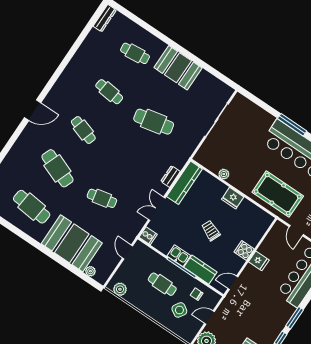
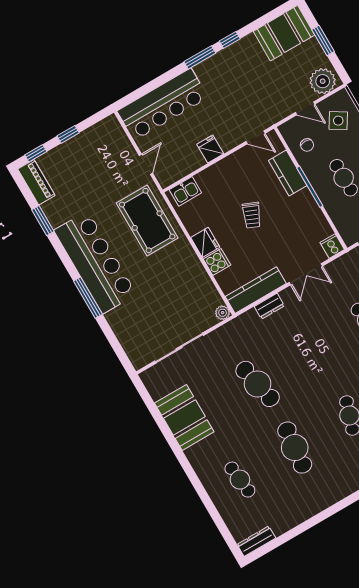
booth: (178, 68) -> (184, 417), moved
cafe table: (109, 92) -> (295, 448), width x1.37, depth x1.35
plant: (224, 174) -> (223, 313), moved
cooker: (244, 250) -> (217, 262), moved, turned -90
kitchen sink: (179, 256) -> (185, 191), moved, turned -90
side table: (179, 310) -> (338, 121), moved

